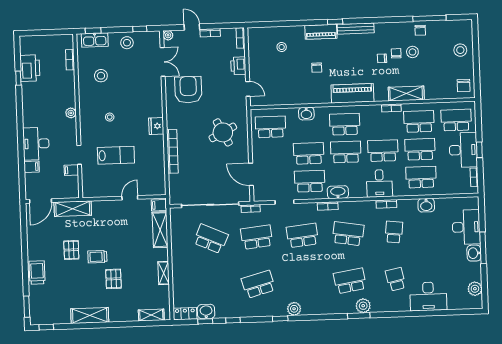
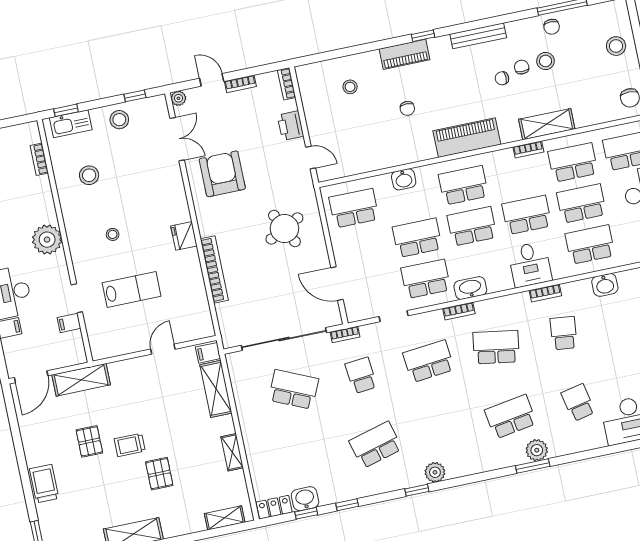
bench: (356, 29) -> (478, 36), moved
plant: (71, 113) -> (47, 240), width x1.87, depth x1.87
school desk: (257, 237) -> (361, 375), width x0.54

